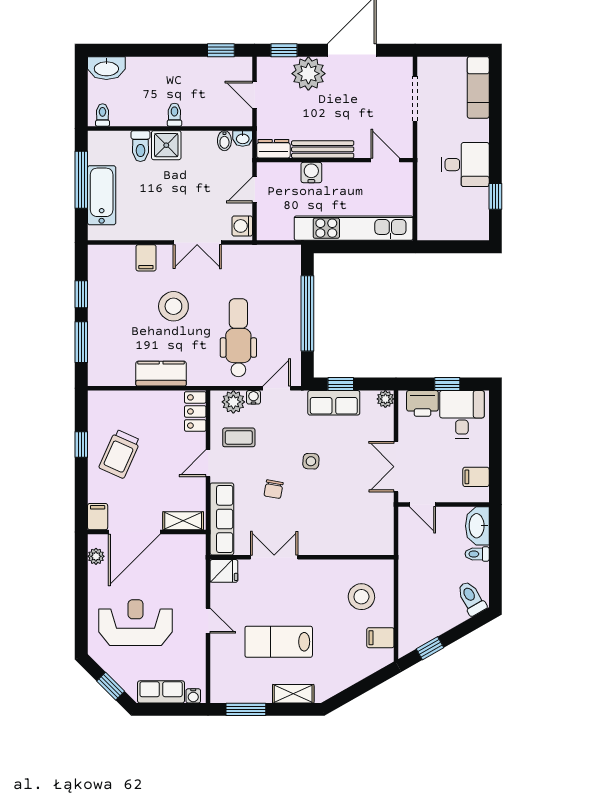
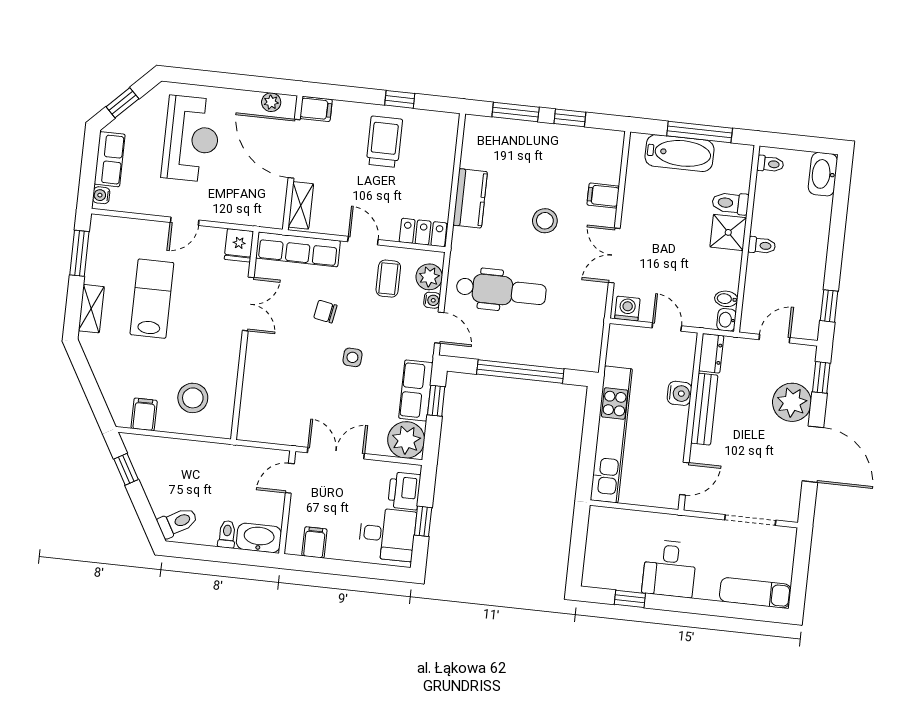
stool: (173, 306) -> (545, 221), width x0.73, depth x0.73
plant: (385, 399) -> (406, 440), width x1.88, depth x1.88
trolley: (120, 454) -> (384, 142), turned 66

